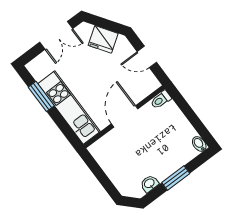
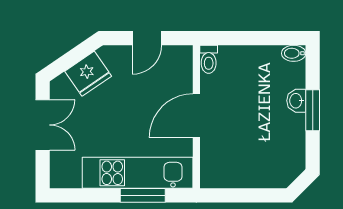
window: (41, 96) -> (143, 195), moved
door: (125, 116) -> (196, 116), hinge flipped
washbasin: (149, 184) -> (296, 101), moved

